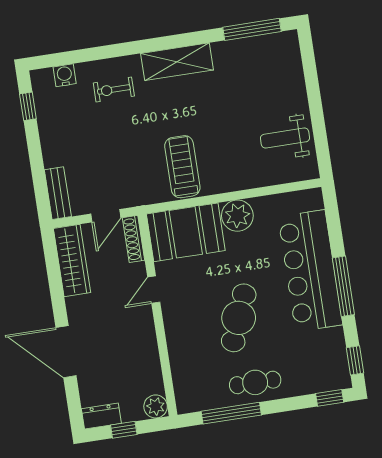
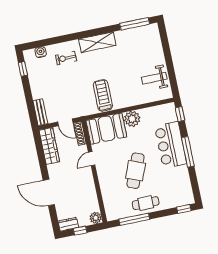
door: (106, 216) -> (65, 122), hinge flipped
bar counter: (310, 271) -> (171, 145), width x0.73
window: (355, 360) -> (180, 114), moved

